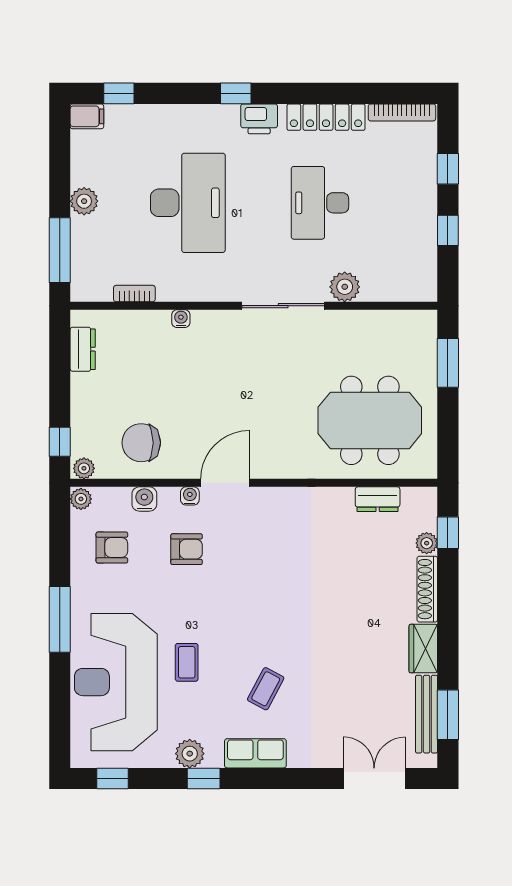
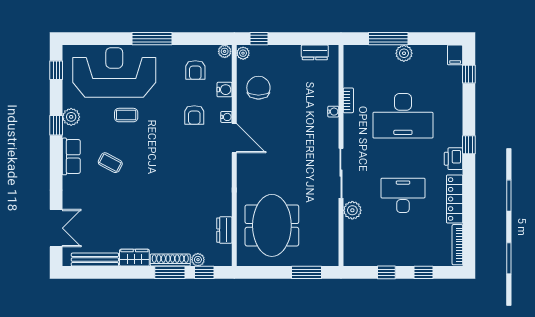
window: (60, 250) -> (388, 39), moved
bookcase: (134, 294) -> (348, 100), moved
window: (448, 715) -> (170, 272), moved

